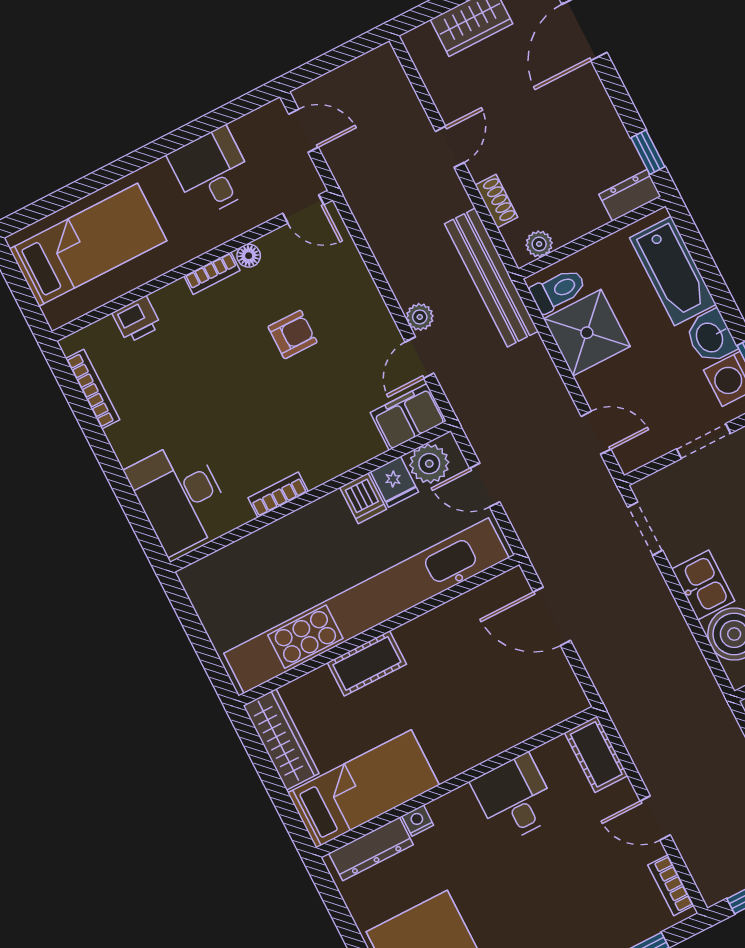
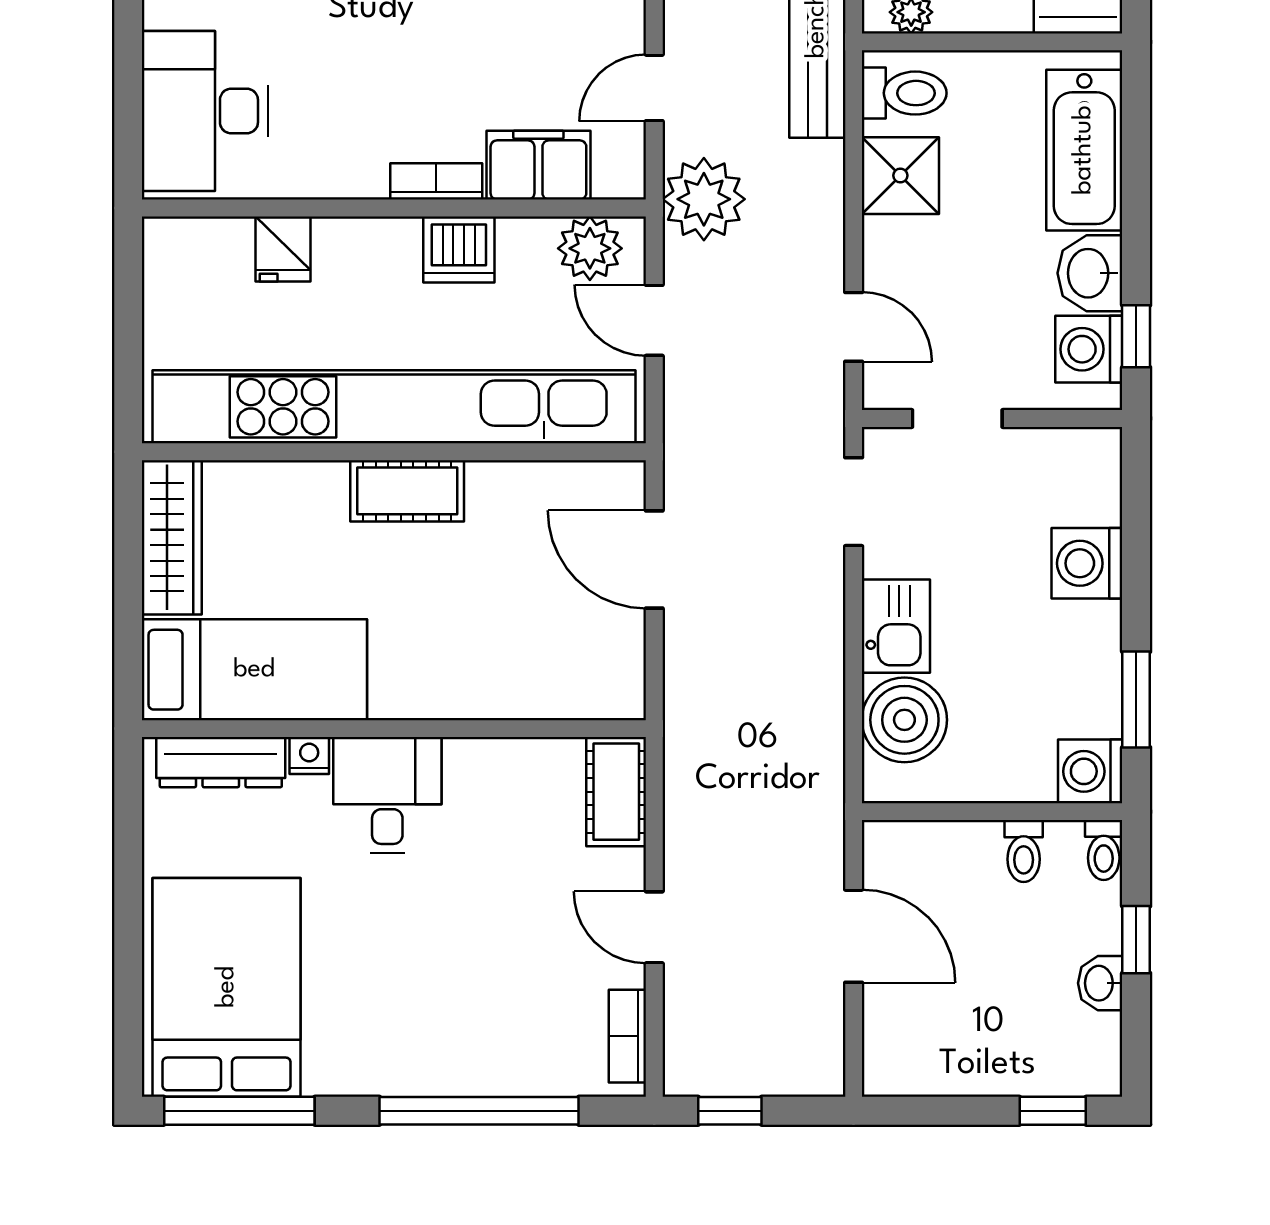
plant: (420, 317) -> (704, 199), moved, width x1.88, depth x1.88
shower: (587, 333) -> (900, 176), width x0.73, depth x0.73
filing cabinet: (408, 417) -> (538, 165), moved
doorway: (704, 441) -> (957, 418), moved
fridge: (395, 482) -> (283, 249), moved
bookcase: (278, 495) -> (436, 181), moved
dishwasher: (363, 498) -> (459, 250), width x1.38
cot: (367, 663) -> (407, 491), moved
desk: (515, 798) -> (387, 795), moved

